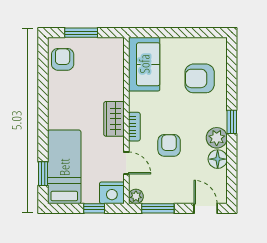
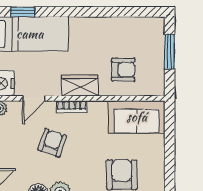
armchair: (63, 59) -> (123, 70), moved
armchair: (169, 145) -> (52, 143), turned -71

